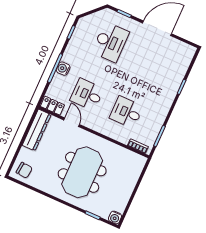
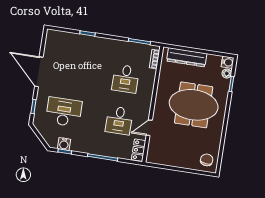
water cooler: (63, 69) -> (64, 144), moved
dresser: (37, 130) -> (187, 57), moved, turned 180
plant: (104, 214) -> (227, 73), added

